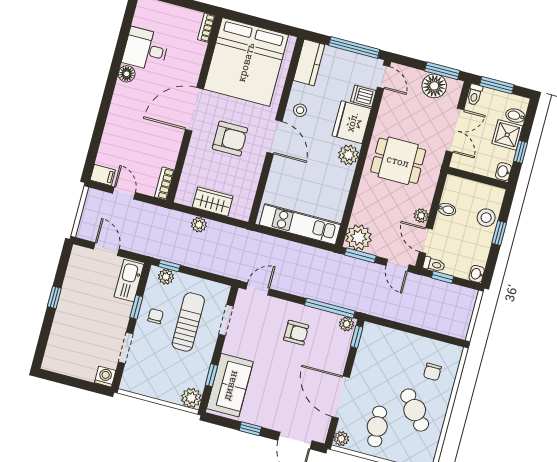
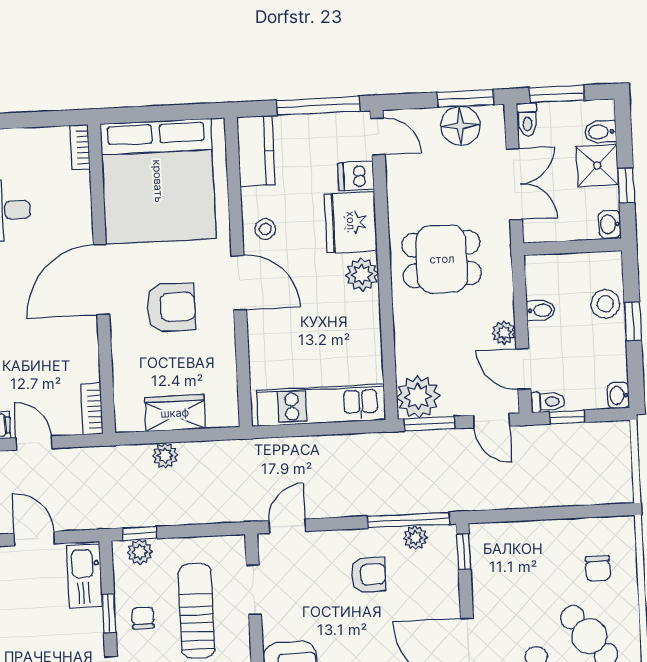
plant: (347, 324) -> (415, 538), moved

